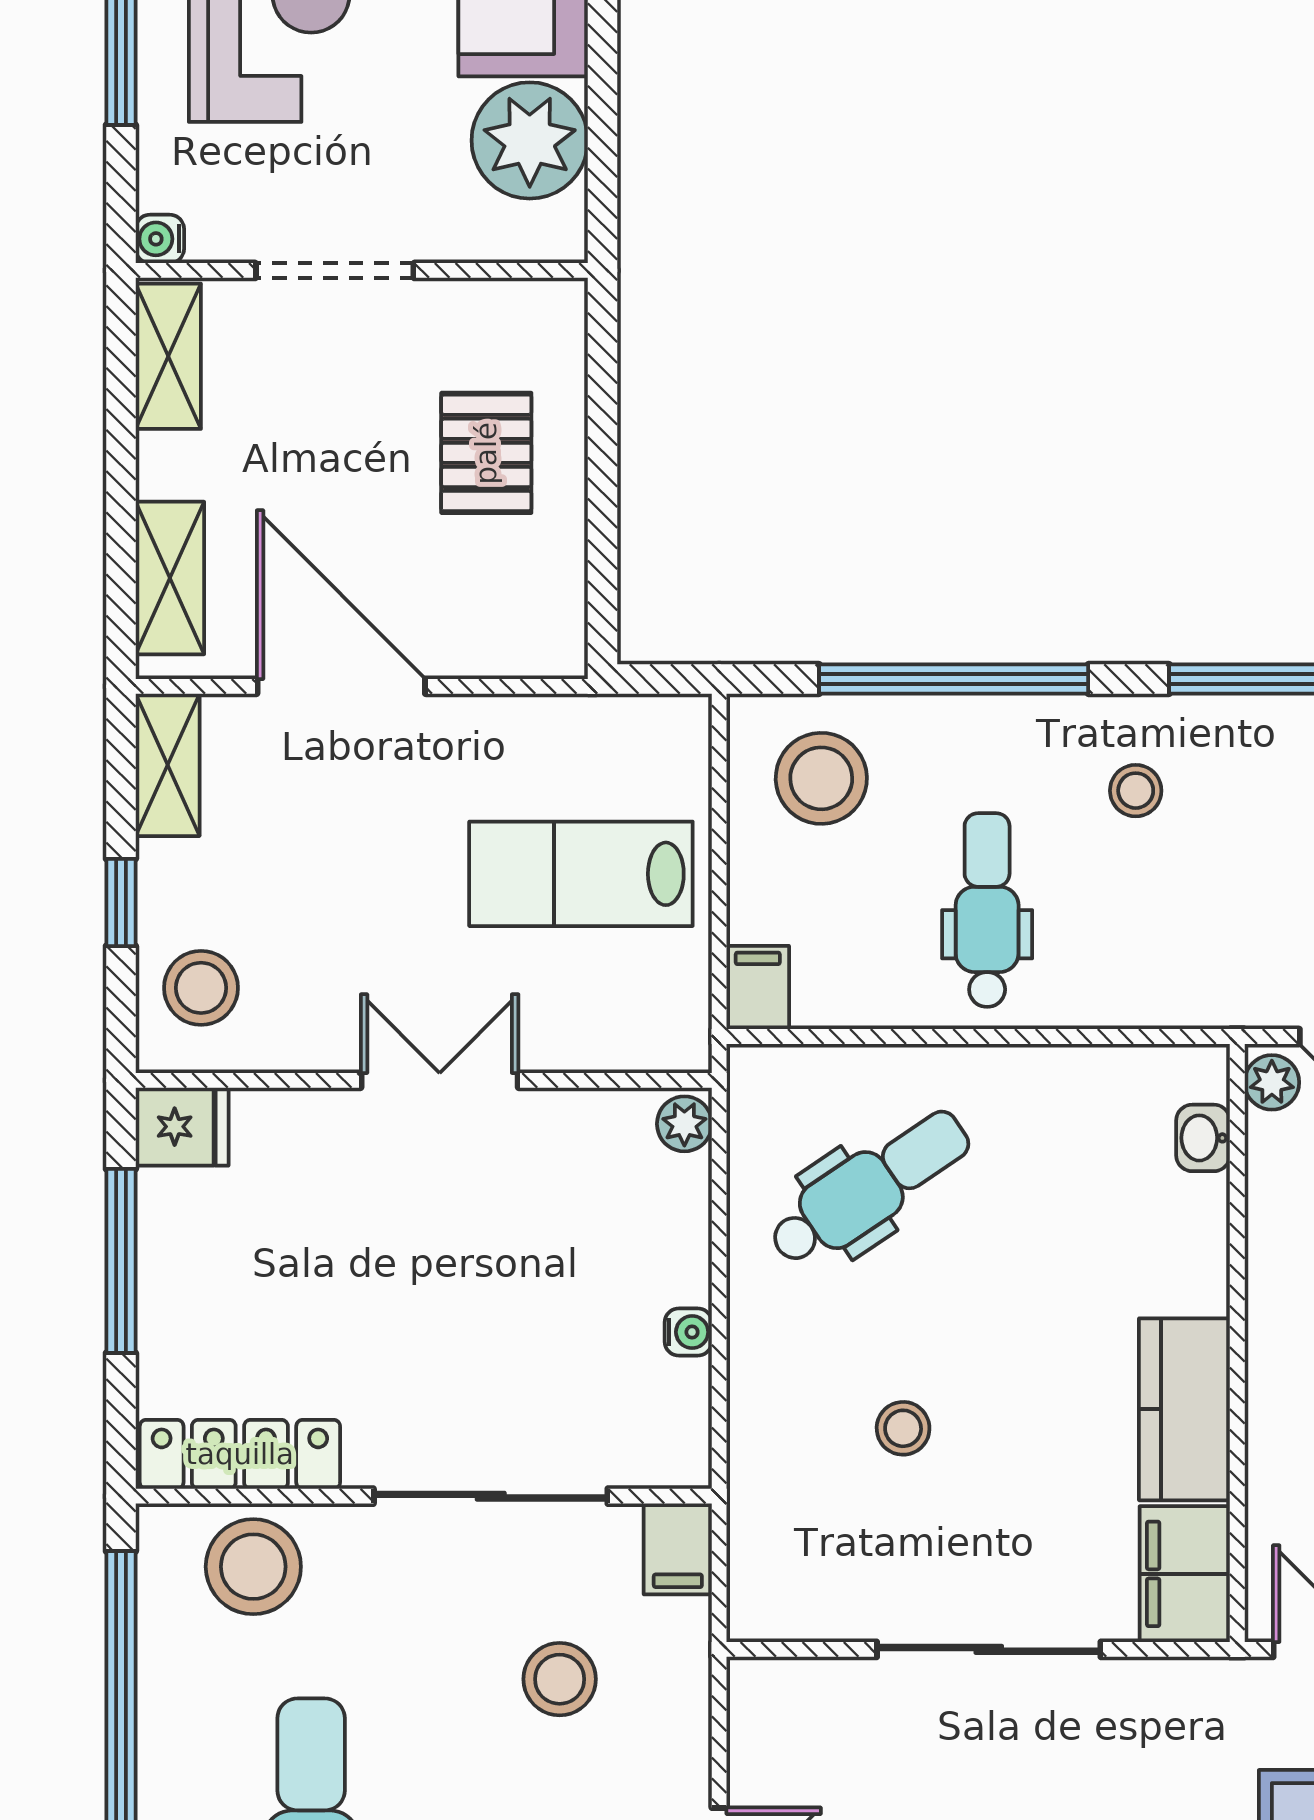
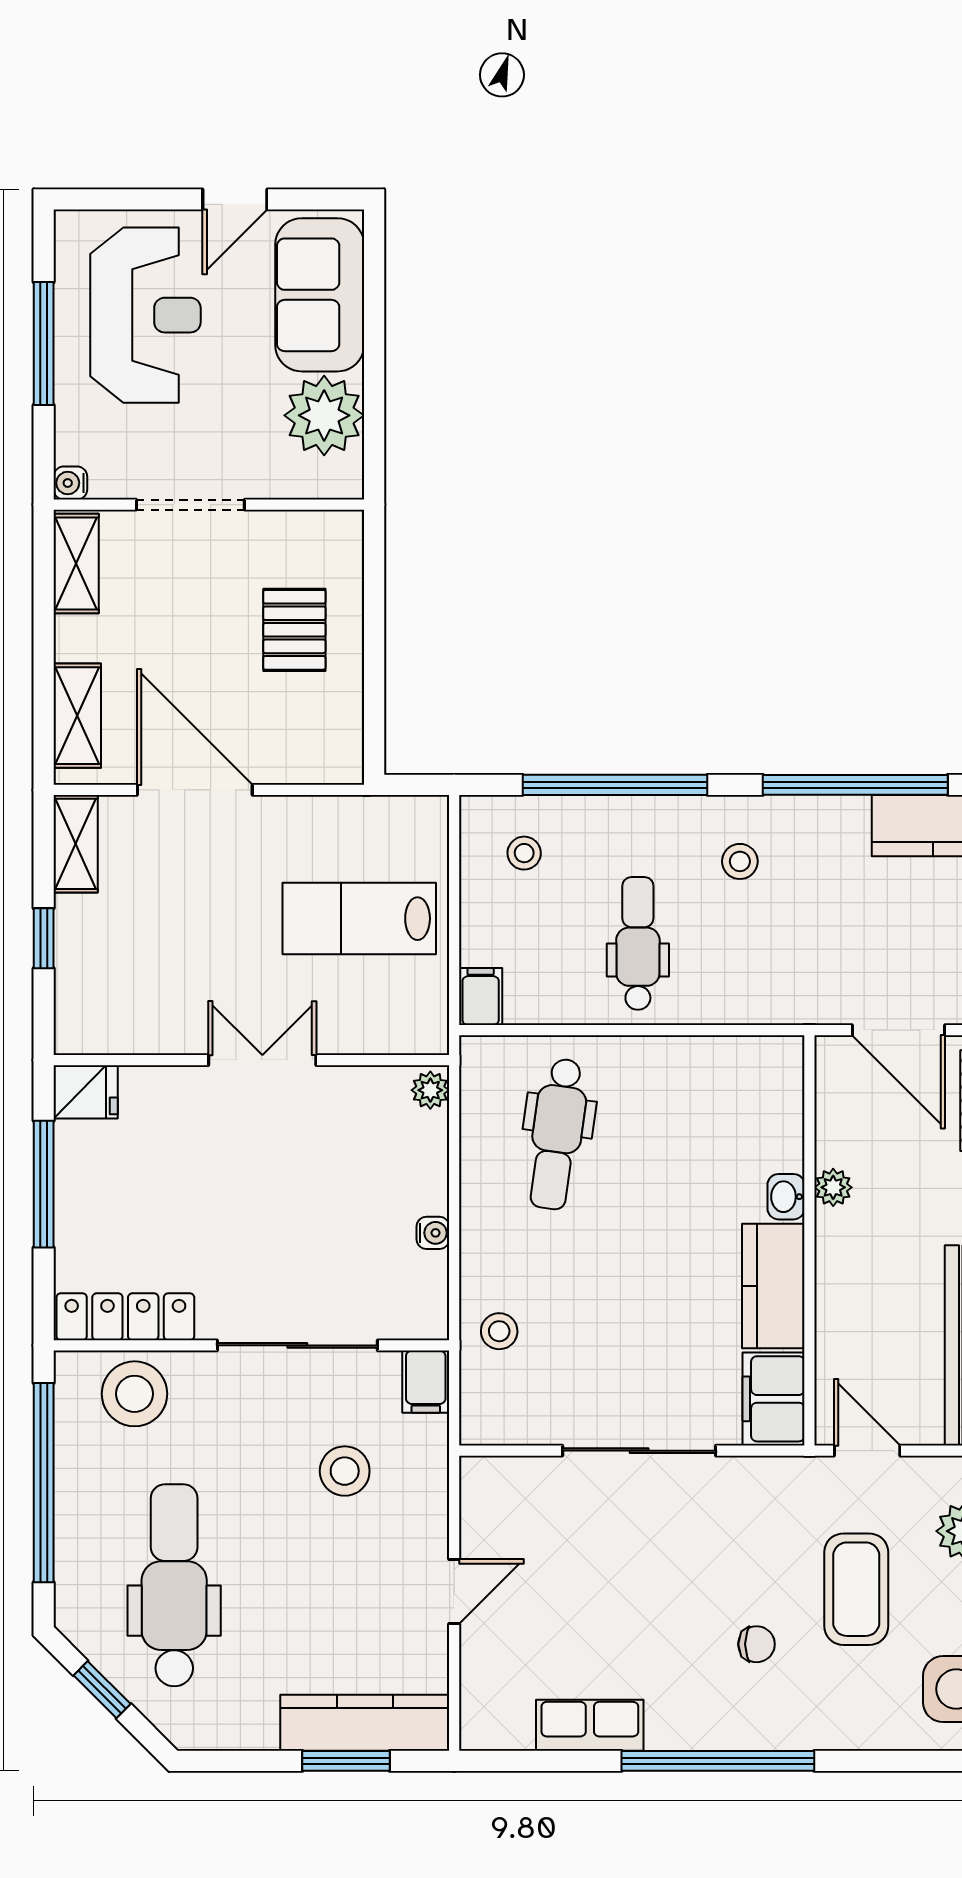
stool: (821, 778) -> (524, 853), width x0.53, depth x0.53
stool: (201, 988) -> (99, 997), removed
plant: (1272, 1082) -> (833, 1187), moved
washbasin: (1203, 1138) -> (786, 1197), moved
dental chair: (869, 1188) -> (557, 1134), turned 132
stool: (903, 1428) -> (499, 1331), moved

